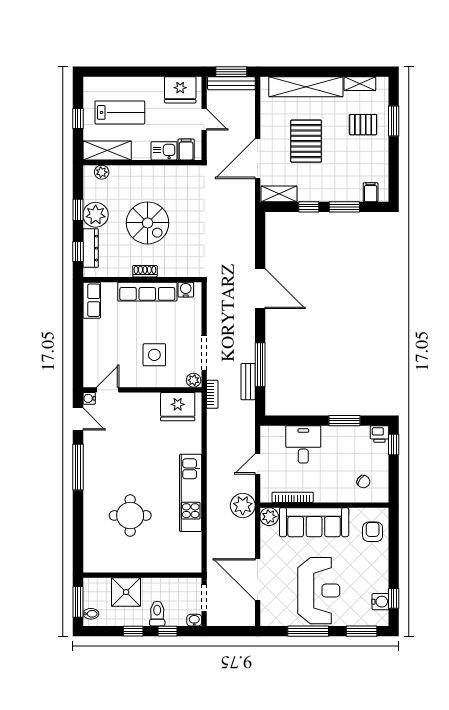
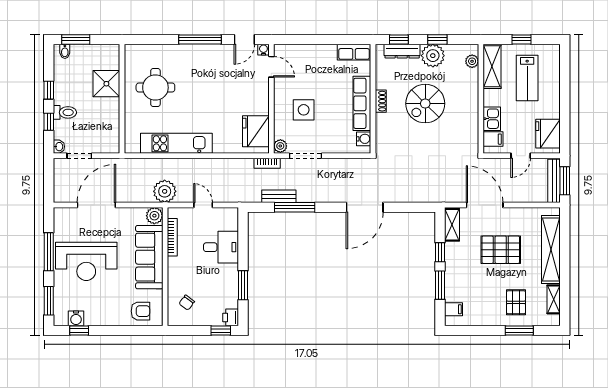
wall: (142, 575) -> (122, 99), moved
shower: (126, 592) -> (106, 84), moved

